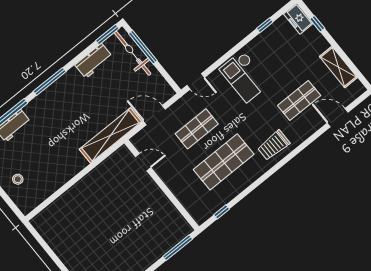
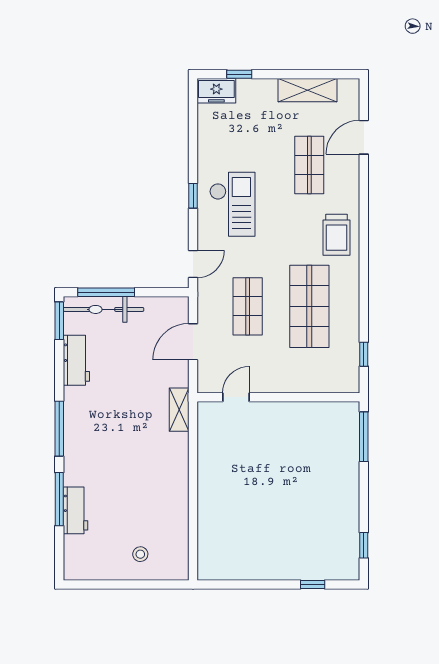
window: (265, 25) -> (193, 196), moved
checkout: (245, 76) -> (232, 204), turned -90
shelving: (110, 135) -> (179, 410), width x0.45, depth x0.75

